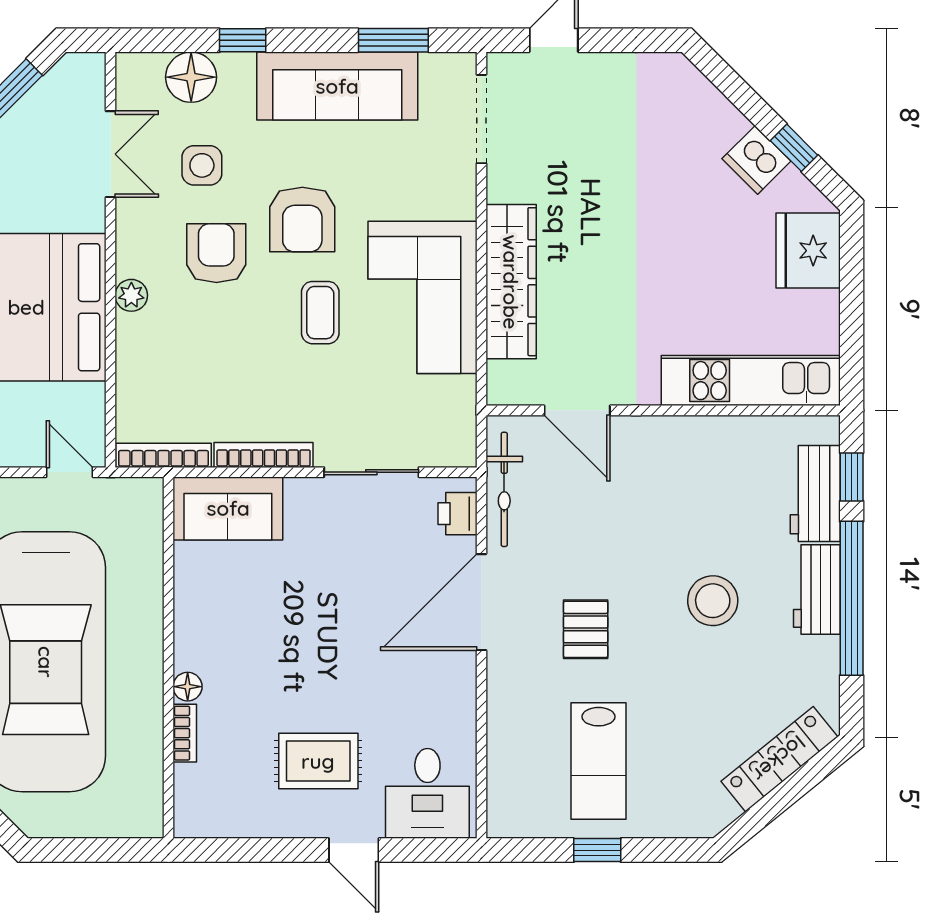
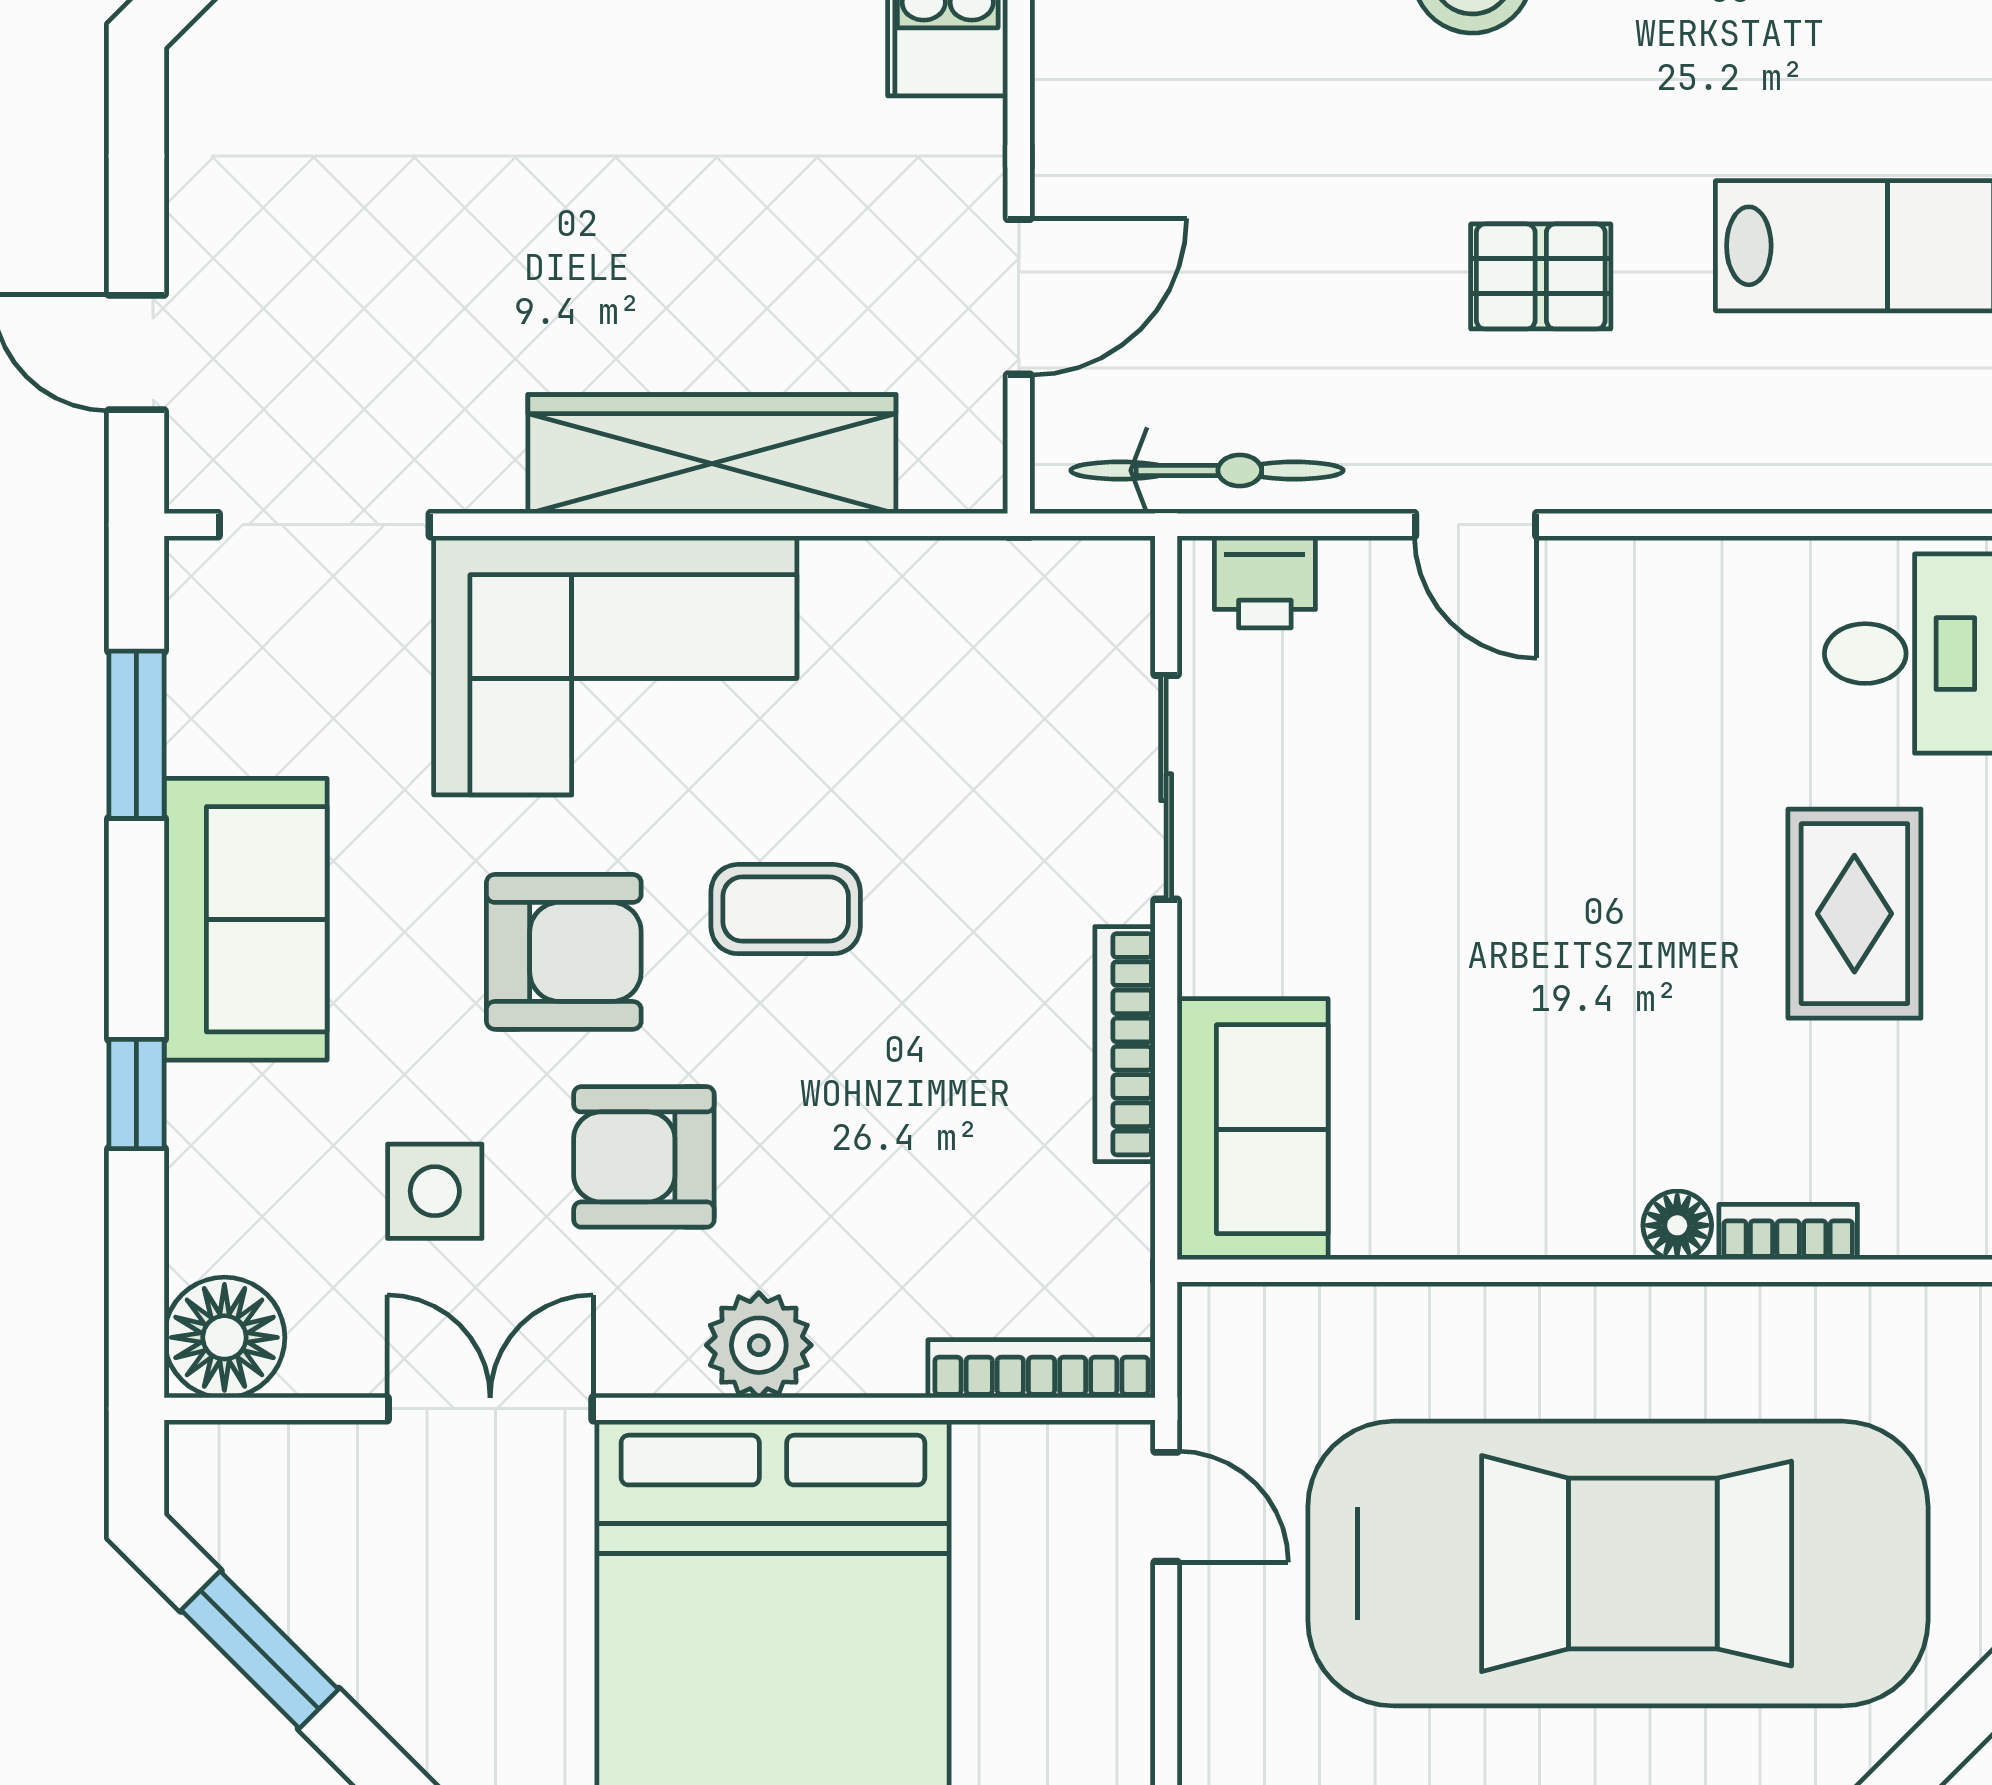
floor lamp: (191, 77) -> (224, 1337), moved
sofa: (337, 86) -> (246, 919), width x0.73
double door: (111, 154) -> (490, 1409), moved
plant: (131, 295) -> (759, 1345), width x1.38, depth x1.38
corner sofa: (422, 297) -> (615, 665), moved
bookcase: (164, 455) -> (1041, 1369), moved, turned 90
door: (70, 472) -> (1166, 1507), swing flipped
door: (481, 602) -> (1476, 525), width x0.53

